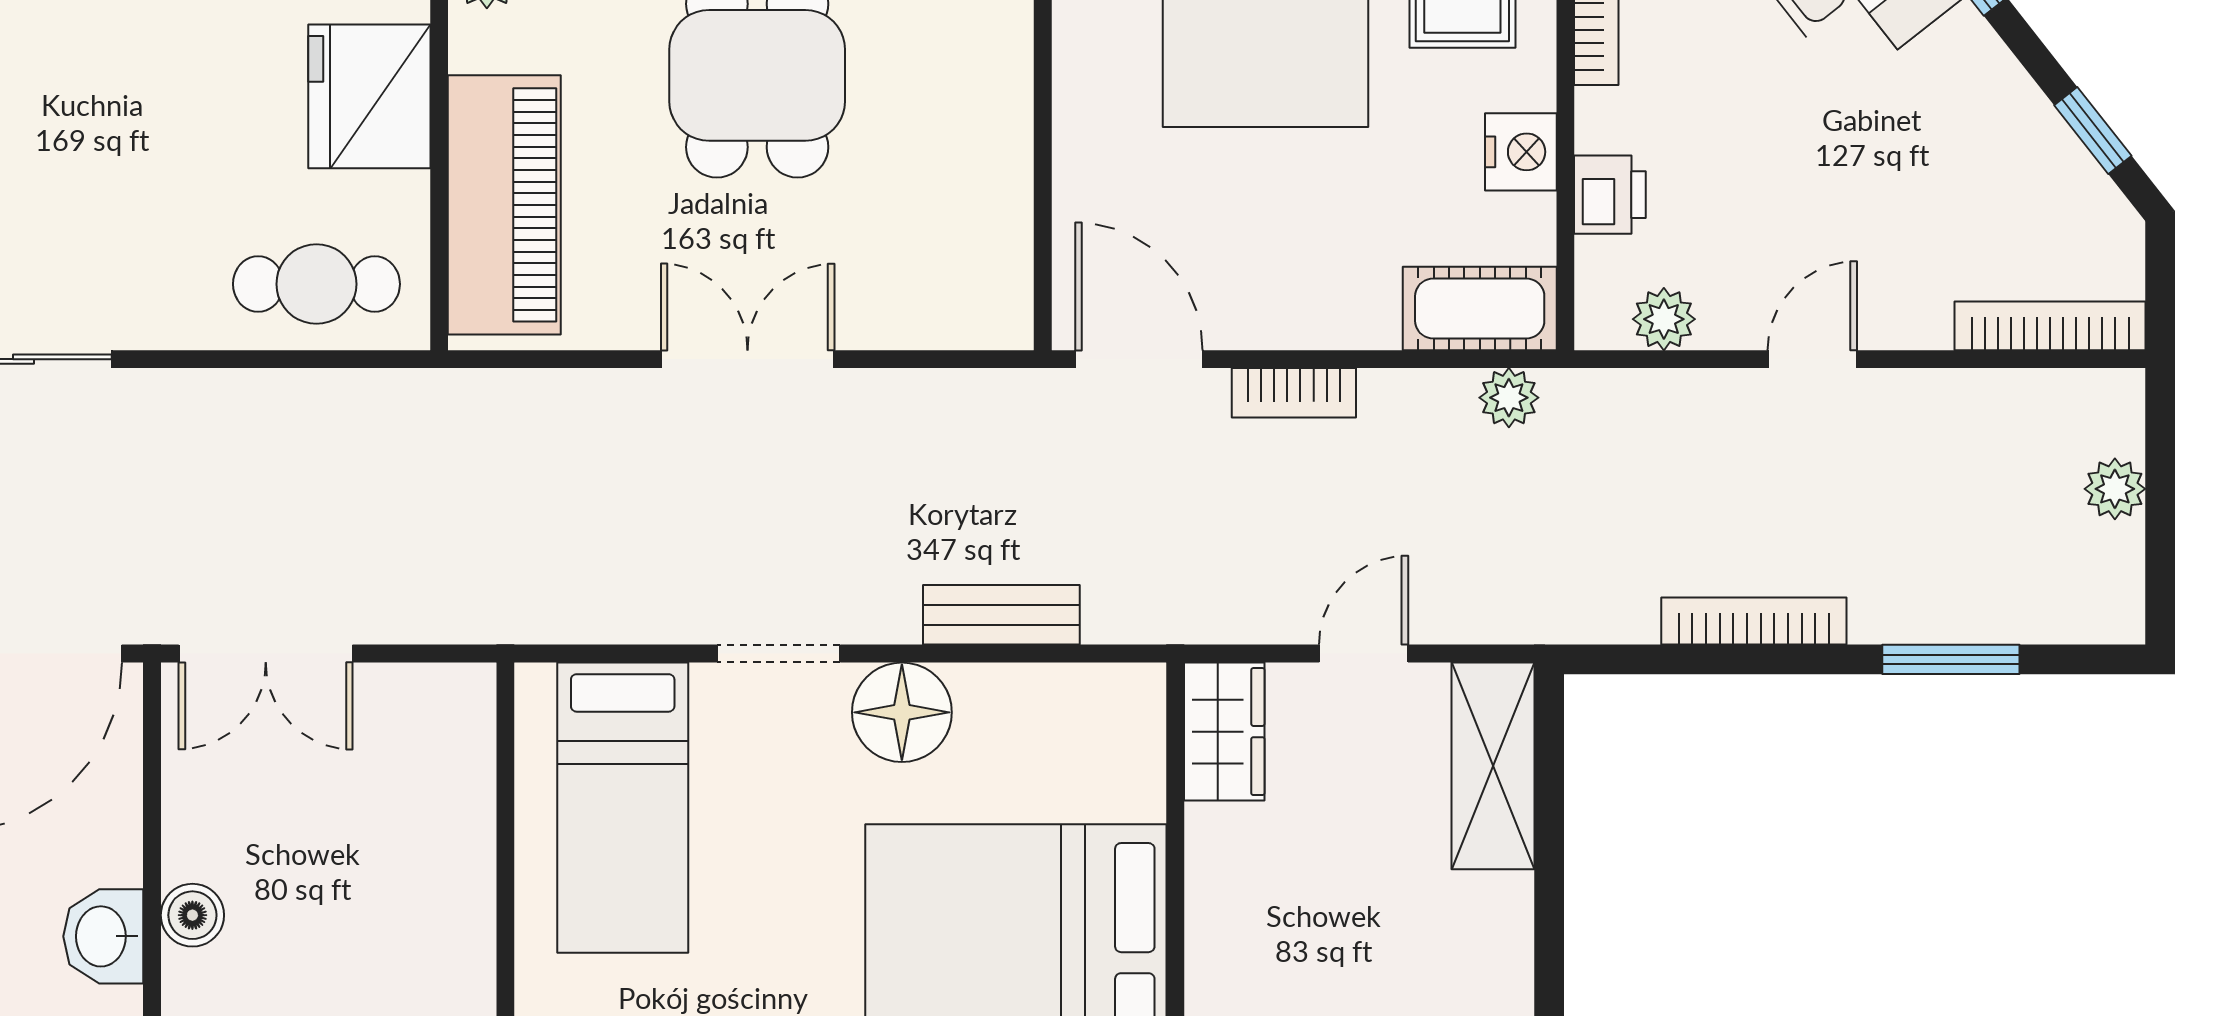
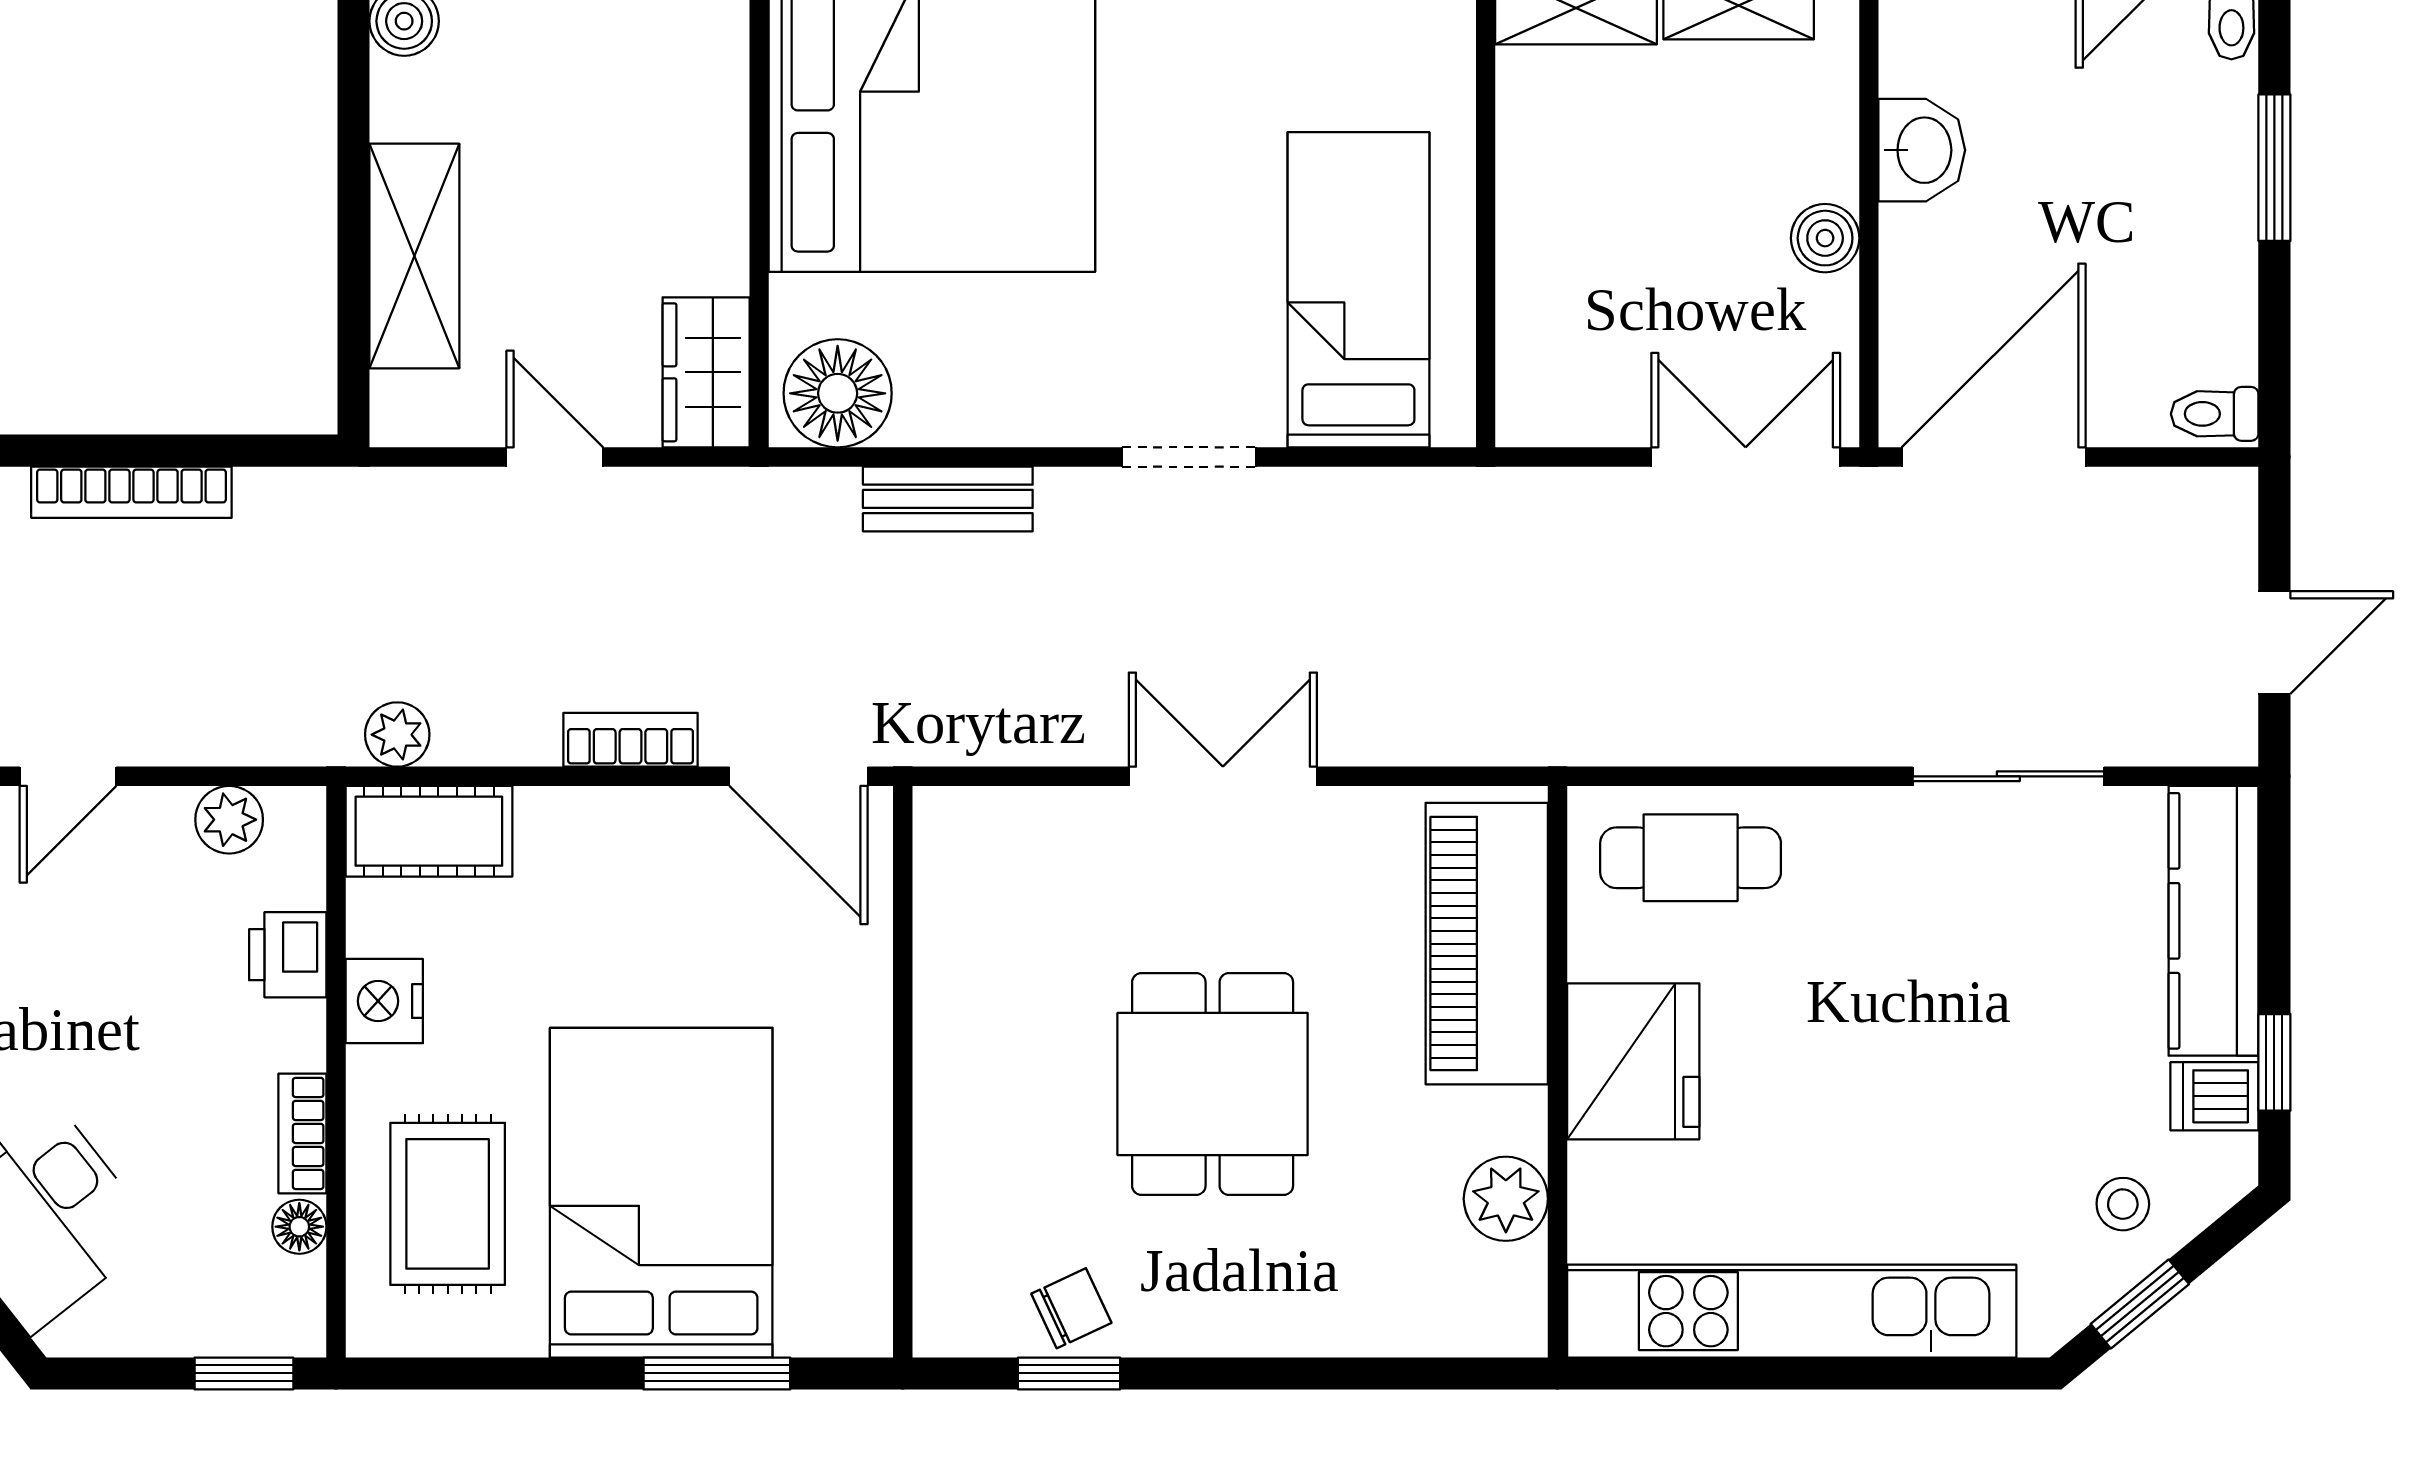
double door: (748, 359) -> (1223, 776), swing flipped
door: (1364, 654) -> (555, 457), swing flipped
floor lamp: (902, 712) -> (838, 393), moved
shelving: (1493, 766) -> (414, 256), moved
boiler: (192, 915) -> (1825, 238), moved

